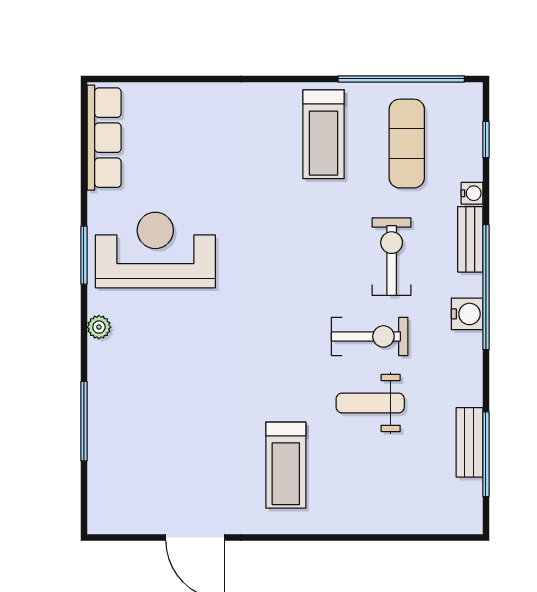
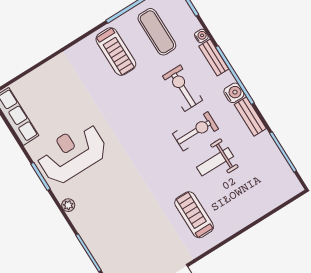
bench: (469, 442) -> (250, 117), moved
treadmill: (286, 465) -> (194, 215), turned 180

